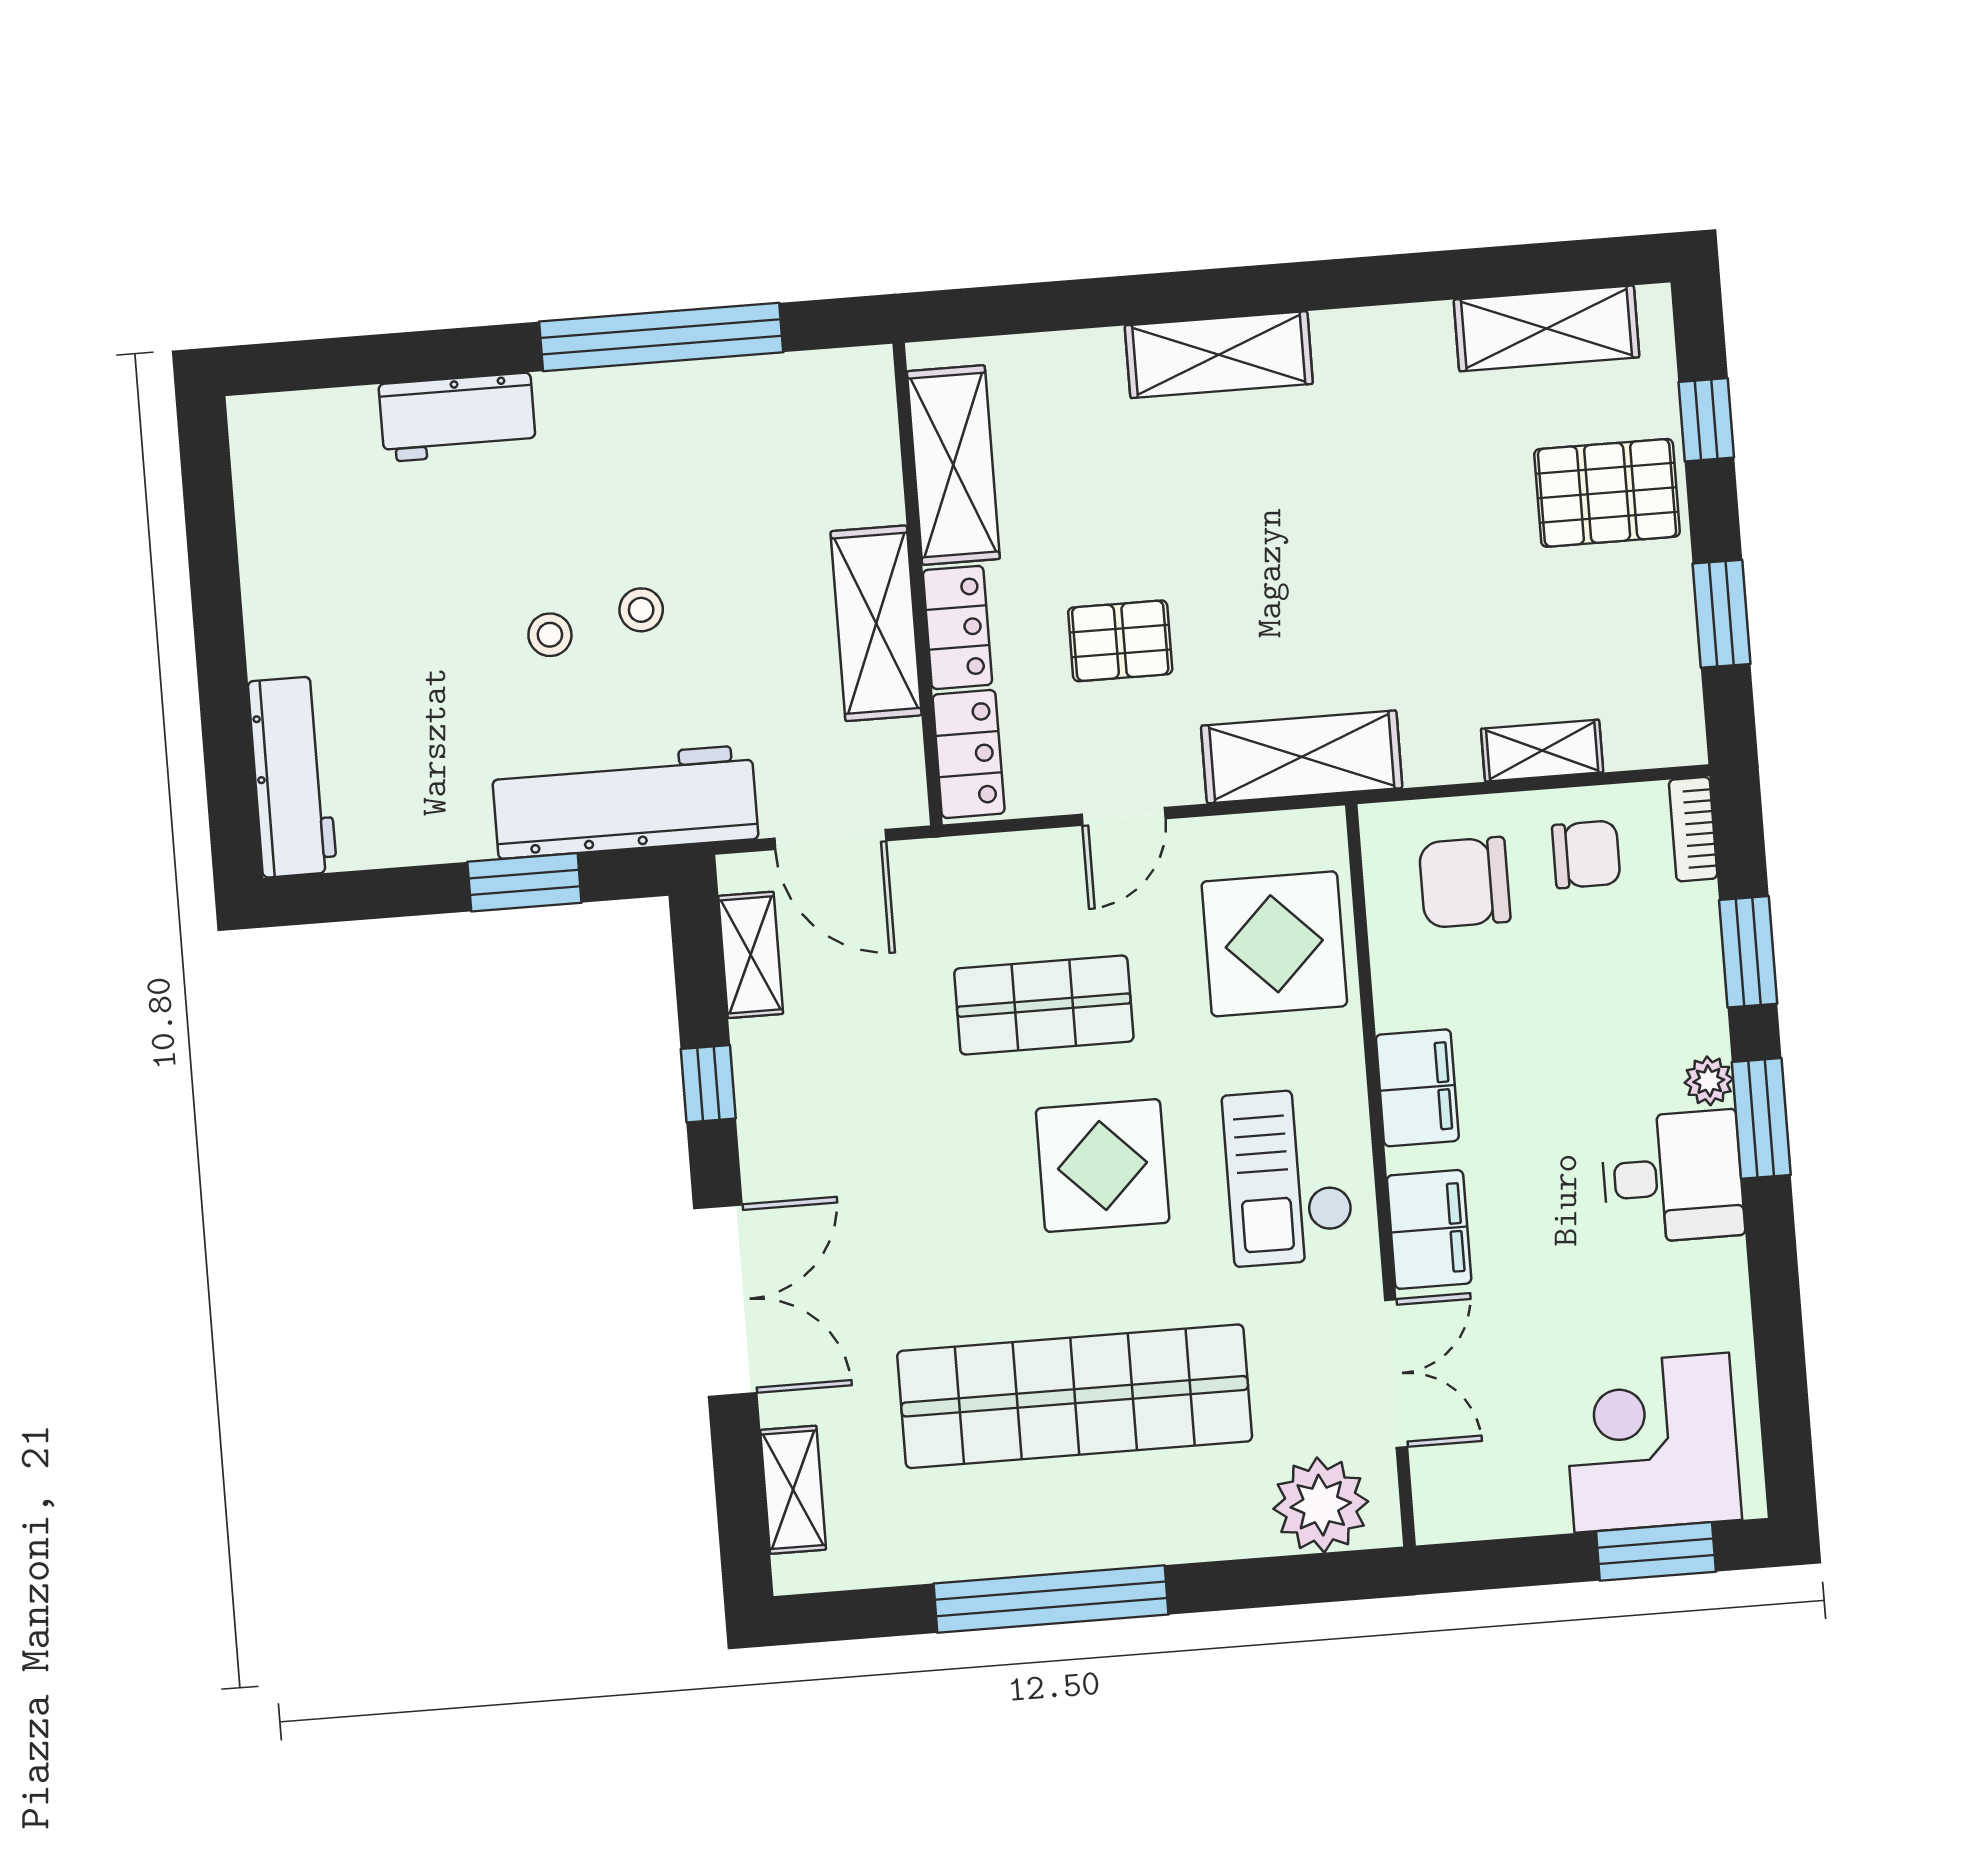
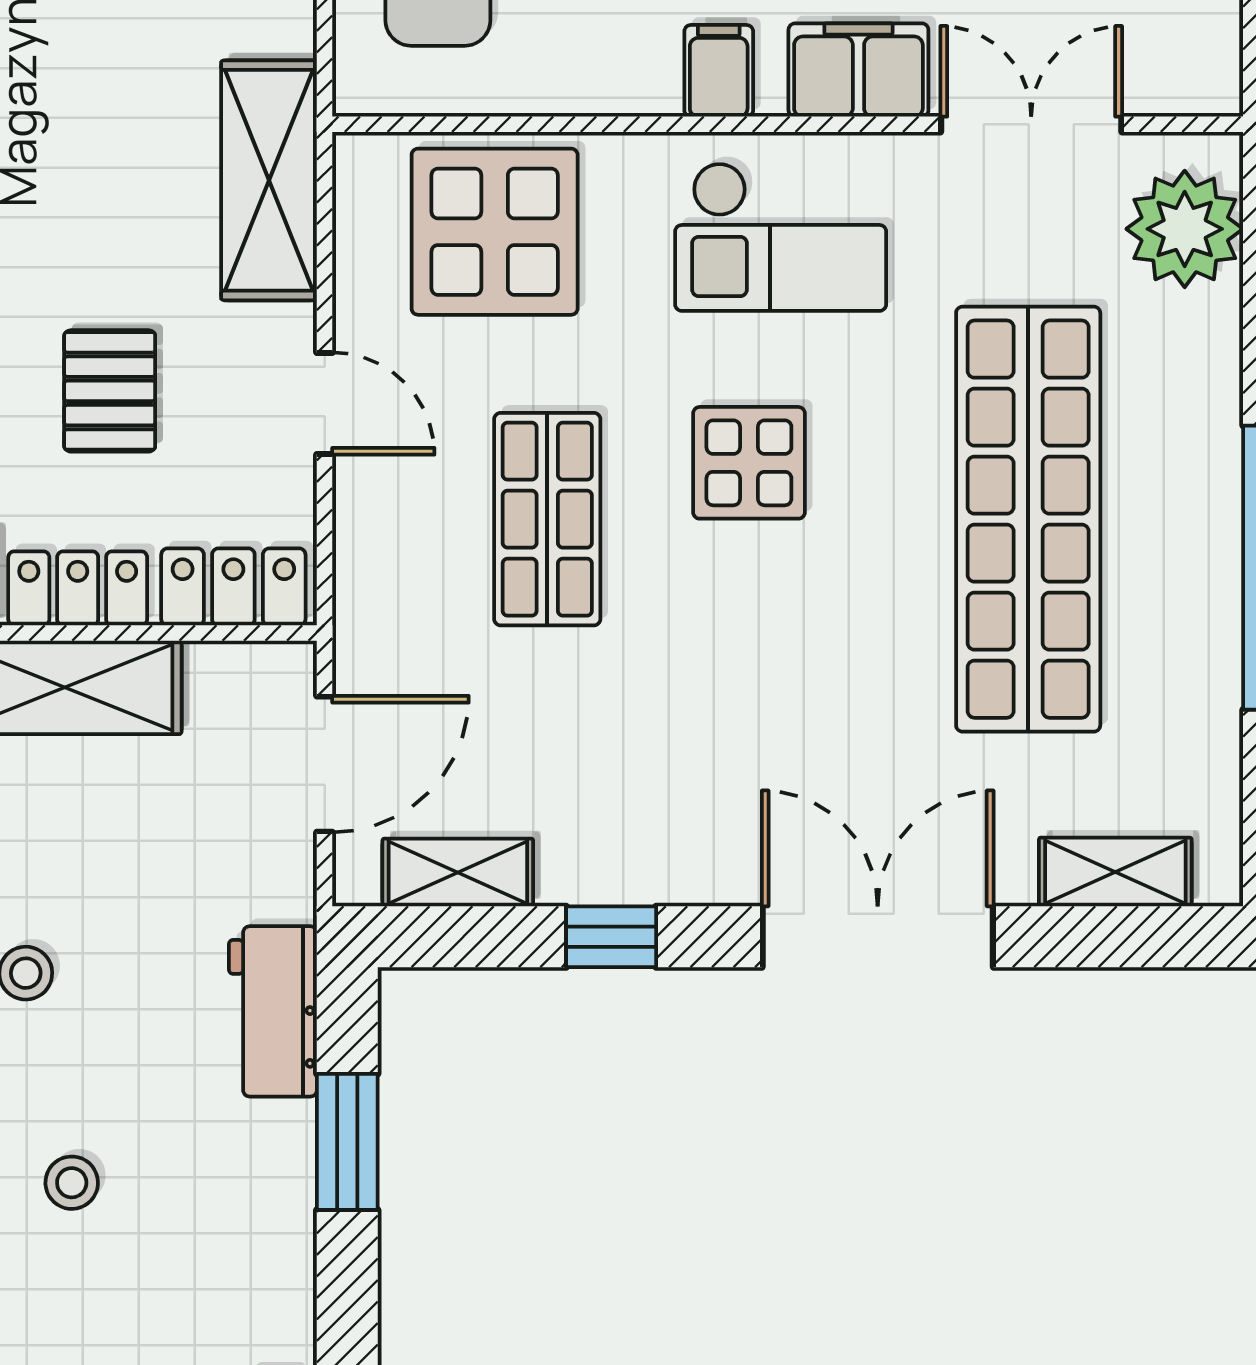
stool: (550, 635) -> (72, 1183), moved
workbench: (625, 802) -> (273, 1011), width x0.53, depth x0.76
filing cabinet: (1417, 1088) -> (719, 71), width x0.50
display table: (1103, 1166) -> (749, 463), width x0.73, depth x0.73

